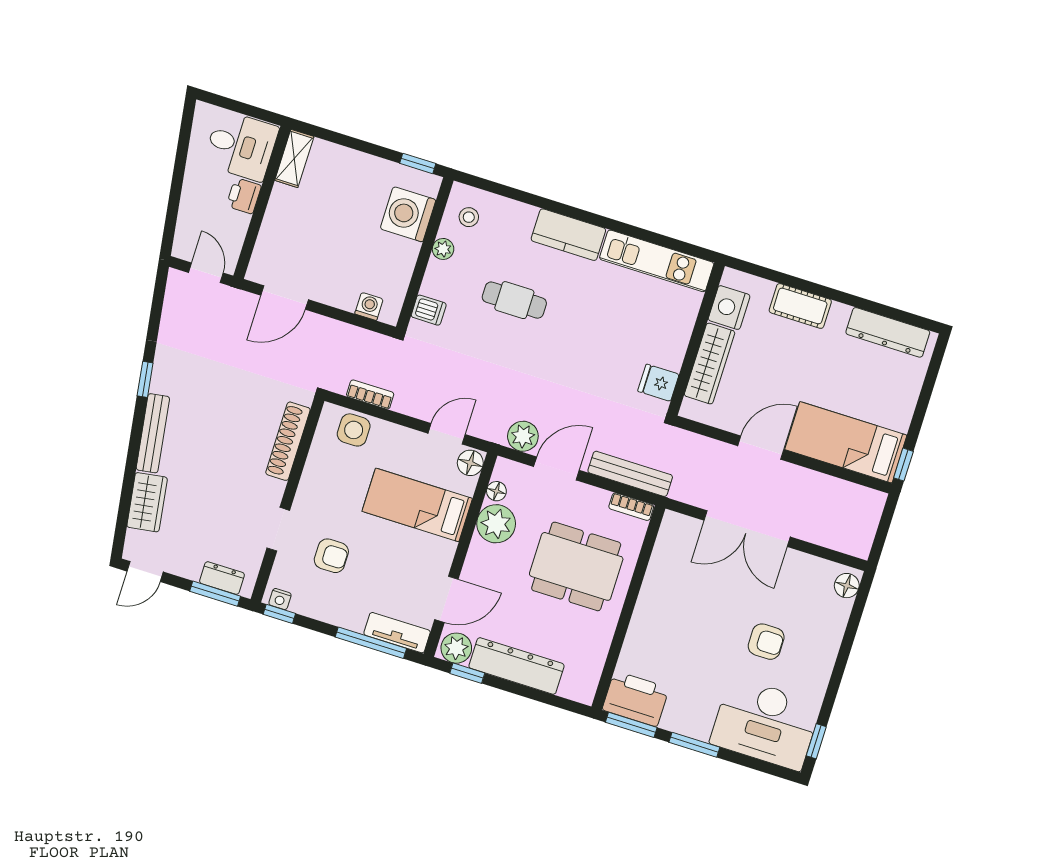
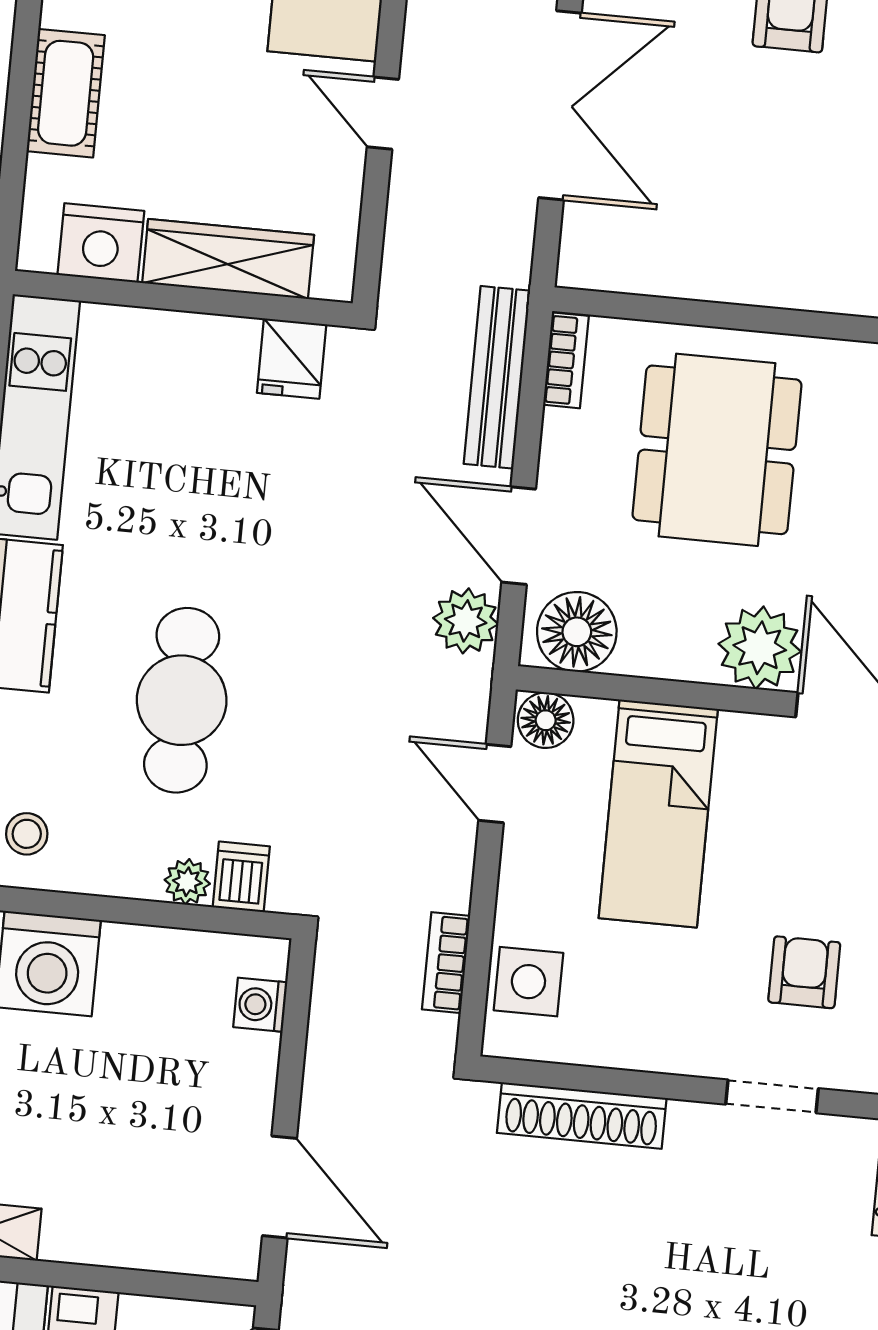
plant: (443, 249) -> (187, 882), moved
cafe table: (514, 300) -> (182, 700), width x1.37, depth x1.35
door: (761, 448) -> (383, 113), width x0.73
floor lamp: (496, 491) -> (577, 632), width x1.89, depth x1.89
plant: (496, 524) -> (760, 648), moved

